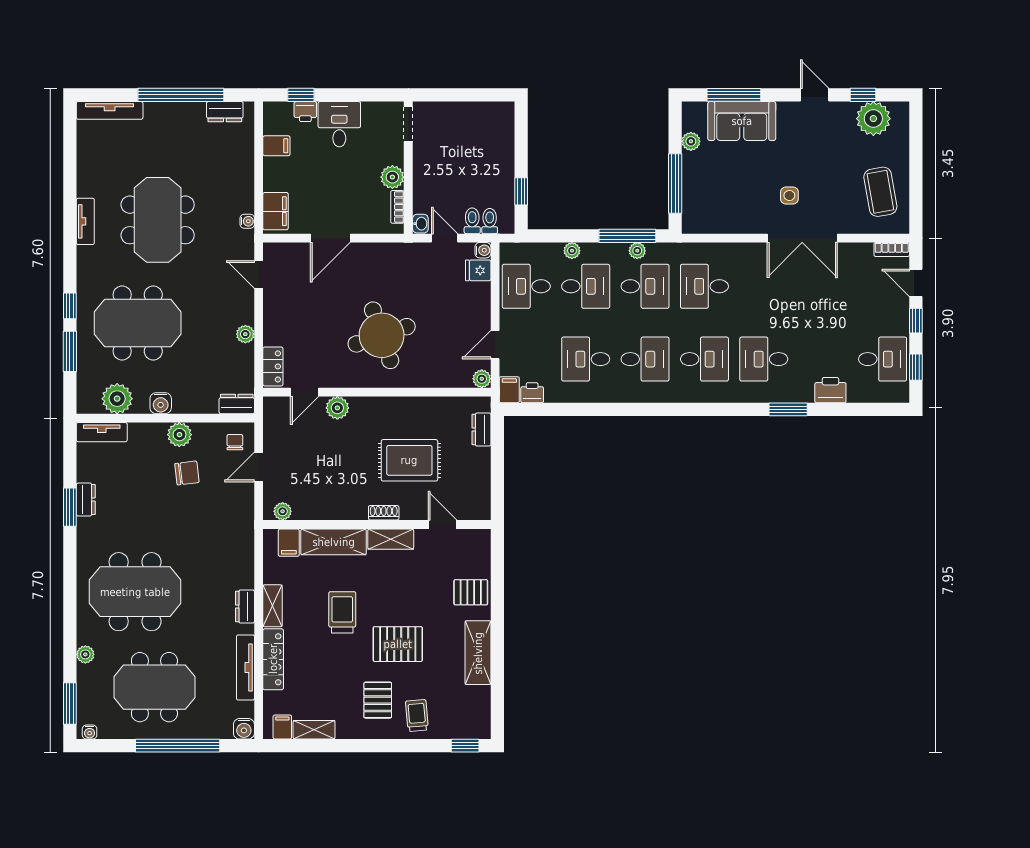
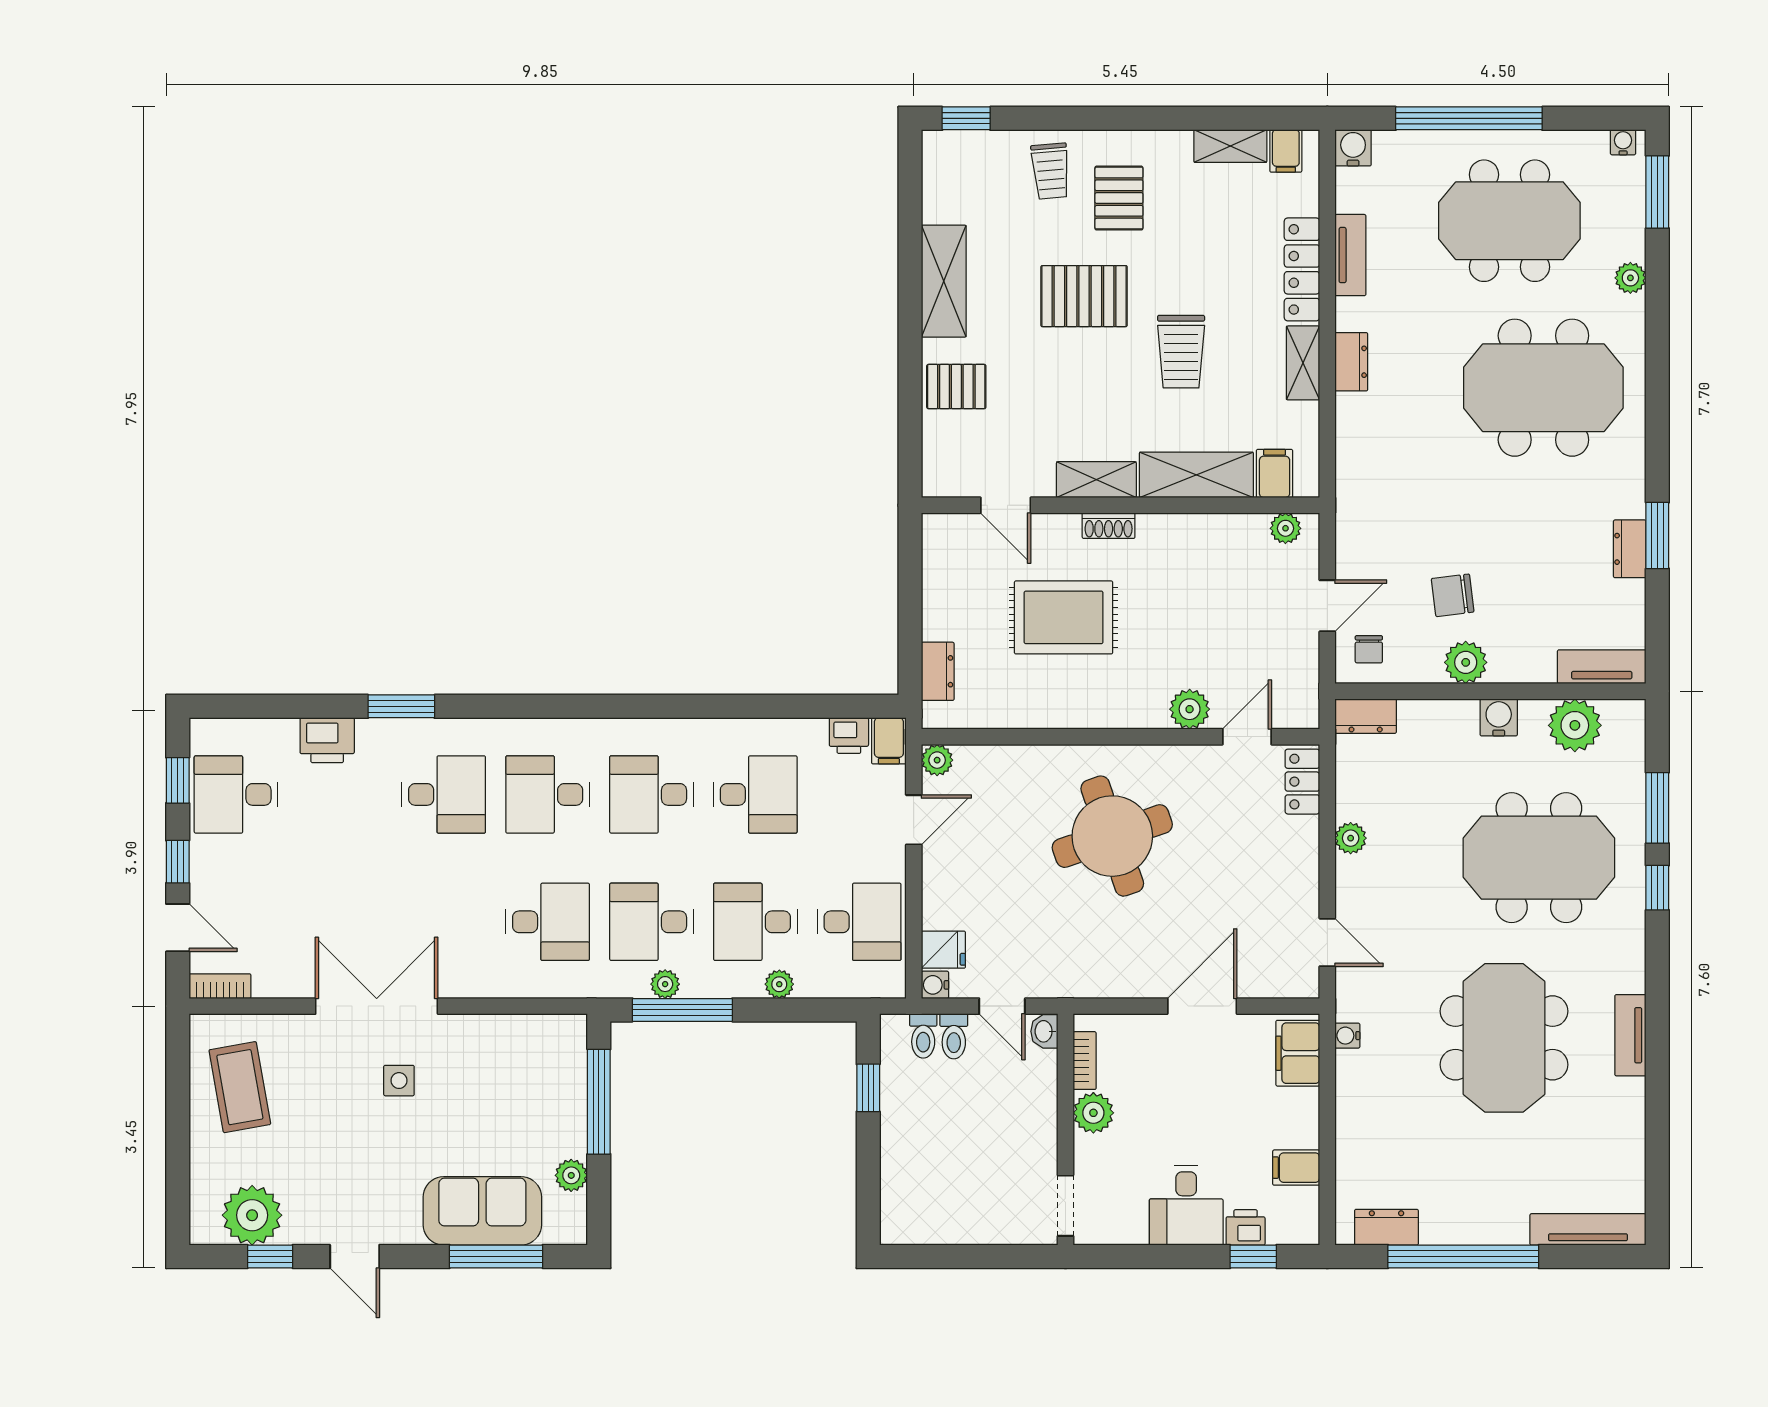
tv unit: (245, 667) -> (1350, 255), width x0.71

